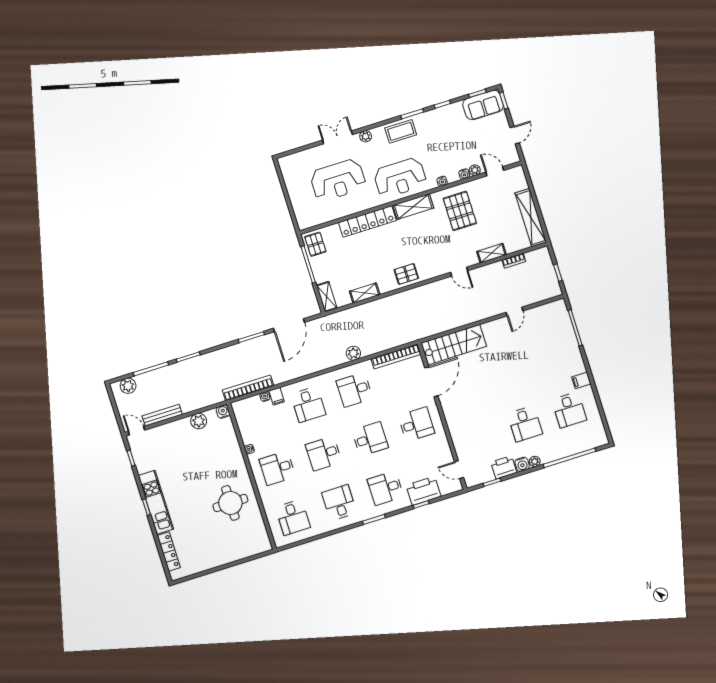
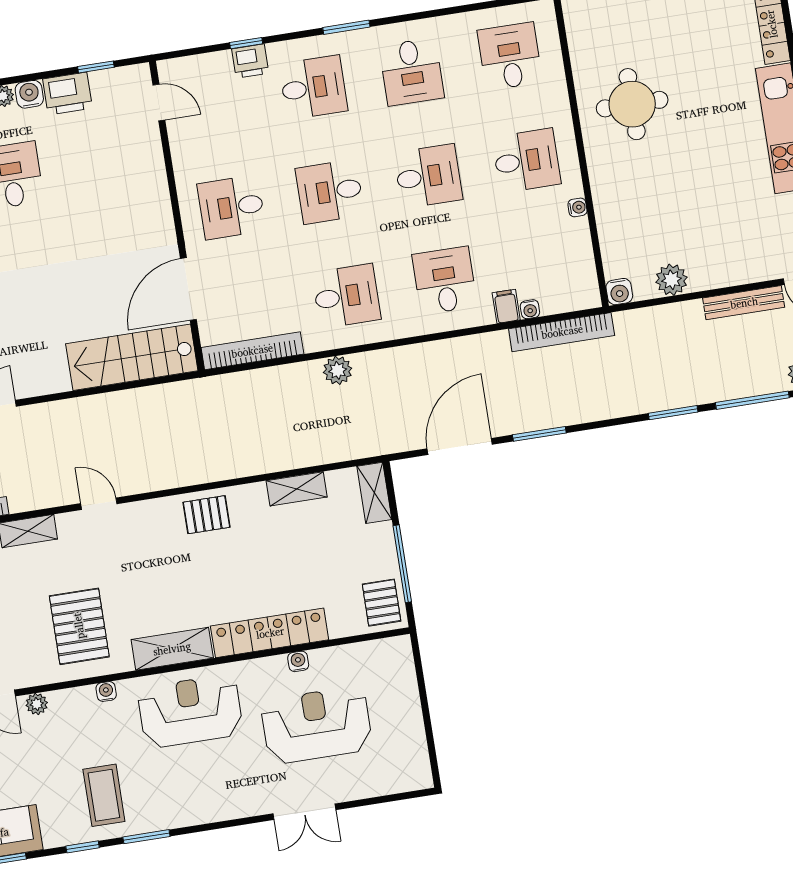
coffee table: (401, 131) -> (104, 795), moved, turned 90
plant: (366, 136) -> (247, 805), removed
water cooler: (464, 174) -> (298, 661), moved
printer: (424, 491) -> (250, 61), width x0.53, depth x0.68

